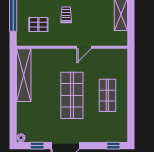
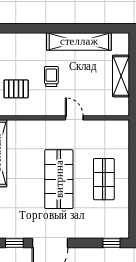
door: (84, 47) -> (74, 118), swing flipped

